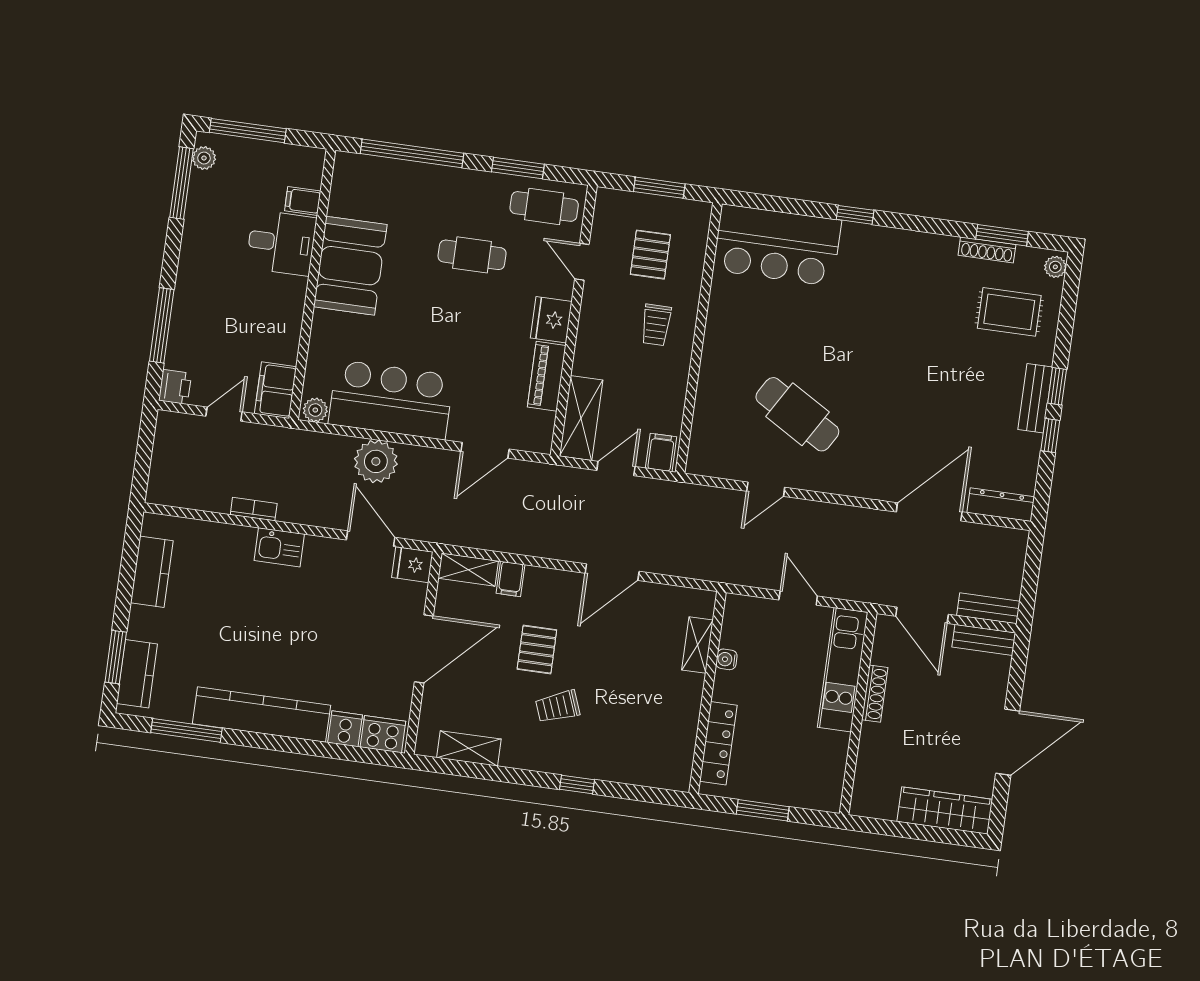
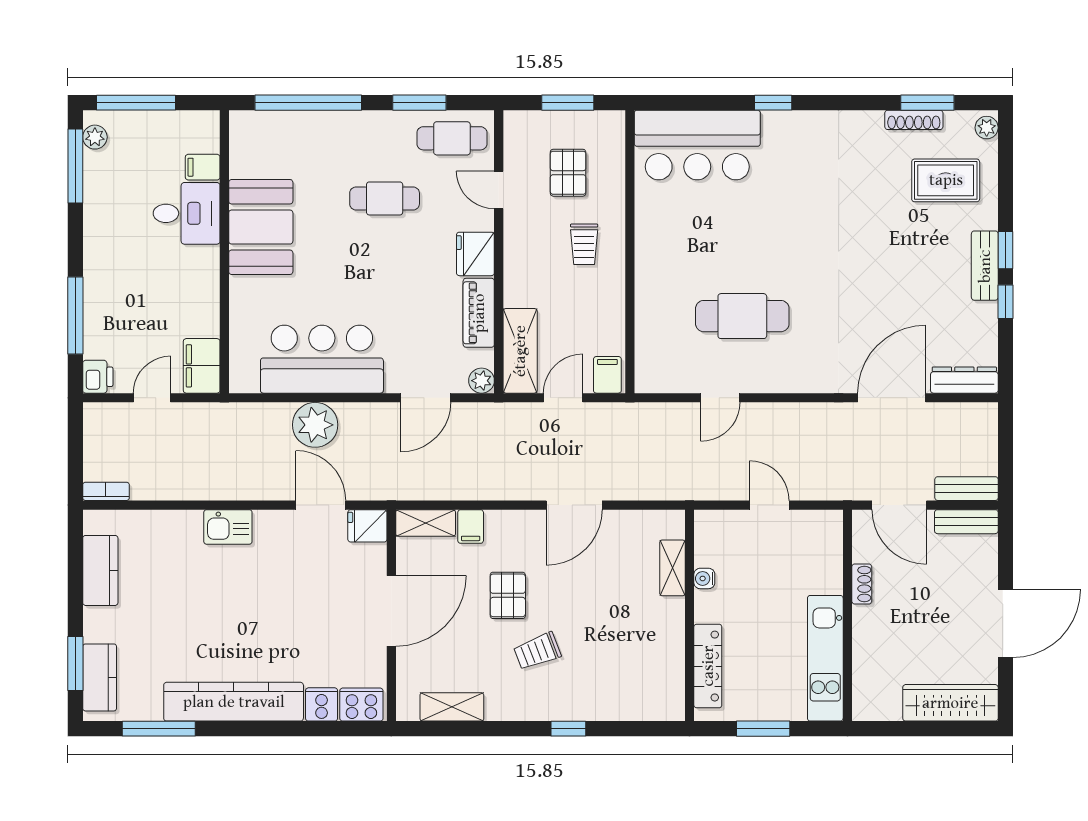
plant: (315, 410) -> (482, 381), moved
cafe table: (797, 414) -> (742, 316), turned -31
bookcase: (254, 509) -> (106, 491), moved
kitchen unit: (843, 670) -> (825, 658), moved
shoe rack: (875, 694) -> (862, 584), width x0.70

